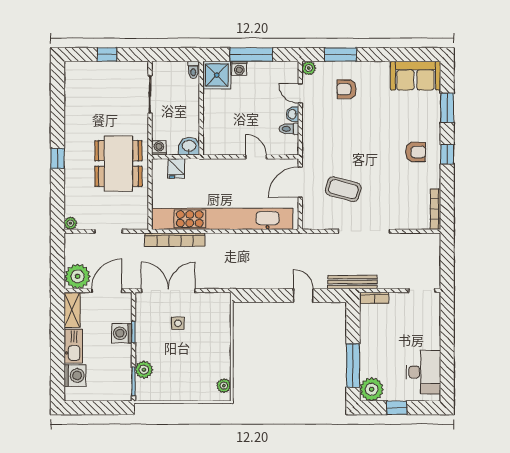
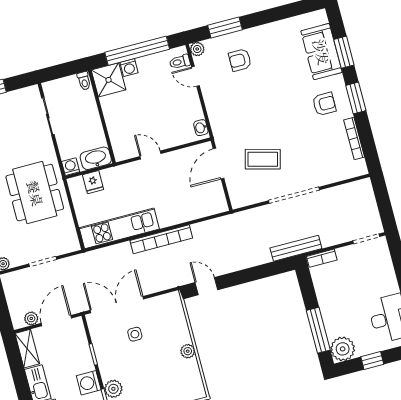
window: (251, 55) -> (137, 51), width x1.46
sofa: (415, 76) -> (321, 52), moved, turned 90
washbasin: (292, 114) -> (201, 128), moved
toilet: (289, 129) -> (180, 62), moved
washbasin: (189, 146) -> (96, 158), width x1.38
window: (447, 154) -> (356, 98), width x1.50
door: (256, 157) -> (150, 155), moved
bookcase: (435, 209) -> (354, 138), moved
kitchen unit: (222, 219) -> (119, 228), width x0.54
bookcase: (175, 240) -> (161, 239), moved
plant: (78, 276) -> (31, 318), width x0.53, depth x0.53
door: (303, 296) -> (206, 286), moved
washing machine: (122, 333) -> (89, 383), moved
plant: (224, 386) -> (188, 351), moved

